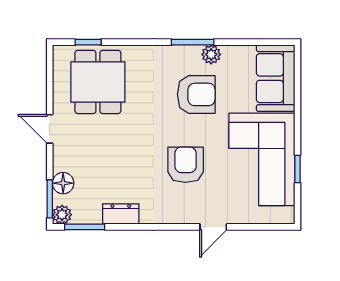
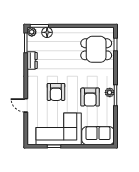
plant: (211, 54) -> (110, 92), moved
door: (50, 129) -> (73, 26), removed
armchair: (186, 165) -> (56, 92), turned 90

